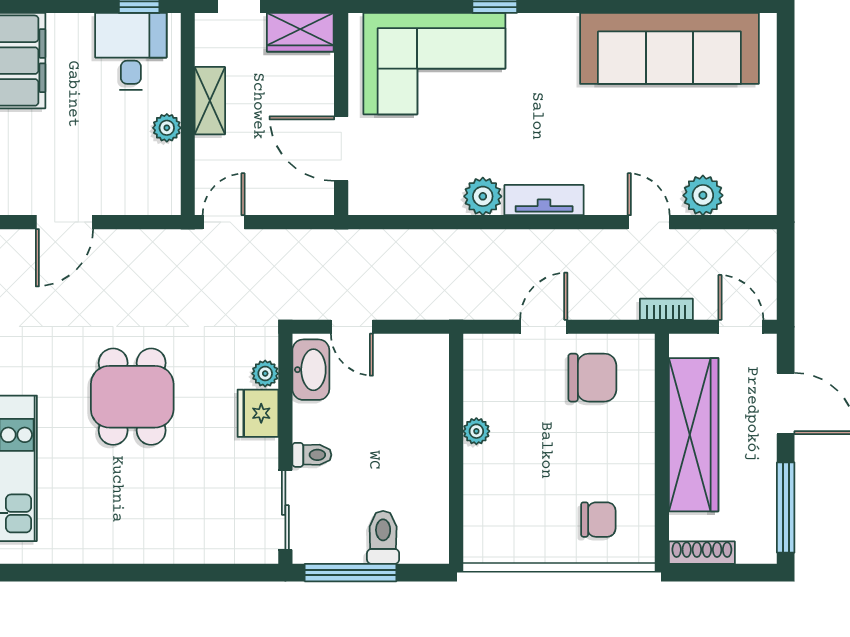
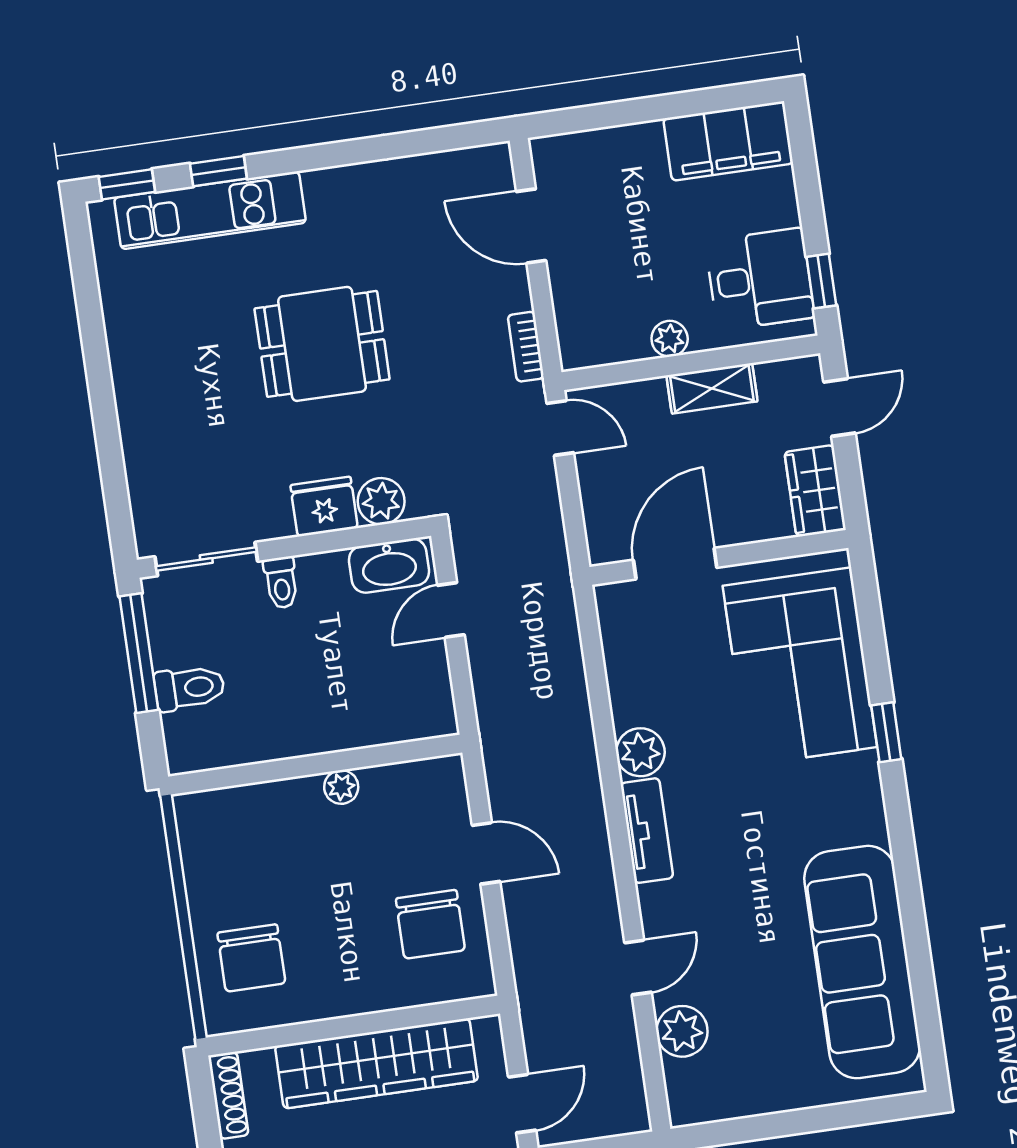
bookcase: (666, 309) -> (526, 347), moved, turned 180
plant: (265, 374) -> (381, 501), width x1.38, depth x1.38
chair: (598, 520) -> (251, 958), width x1.37, depth x1.37

